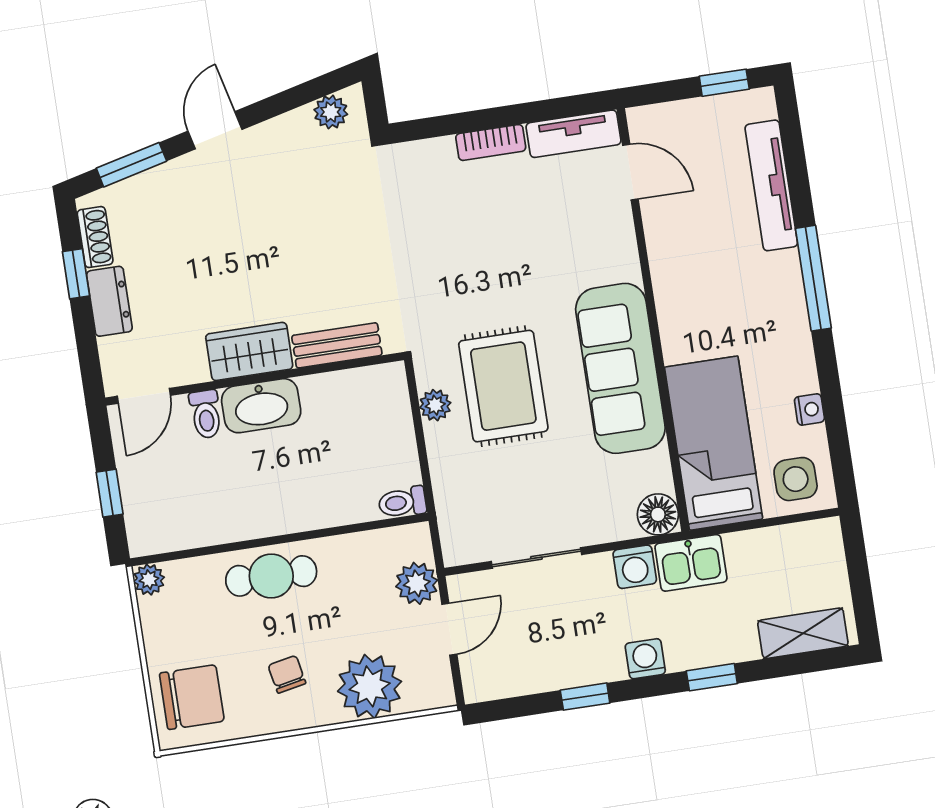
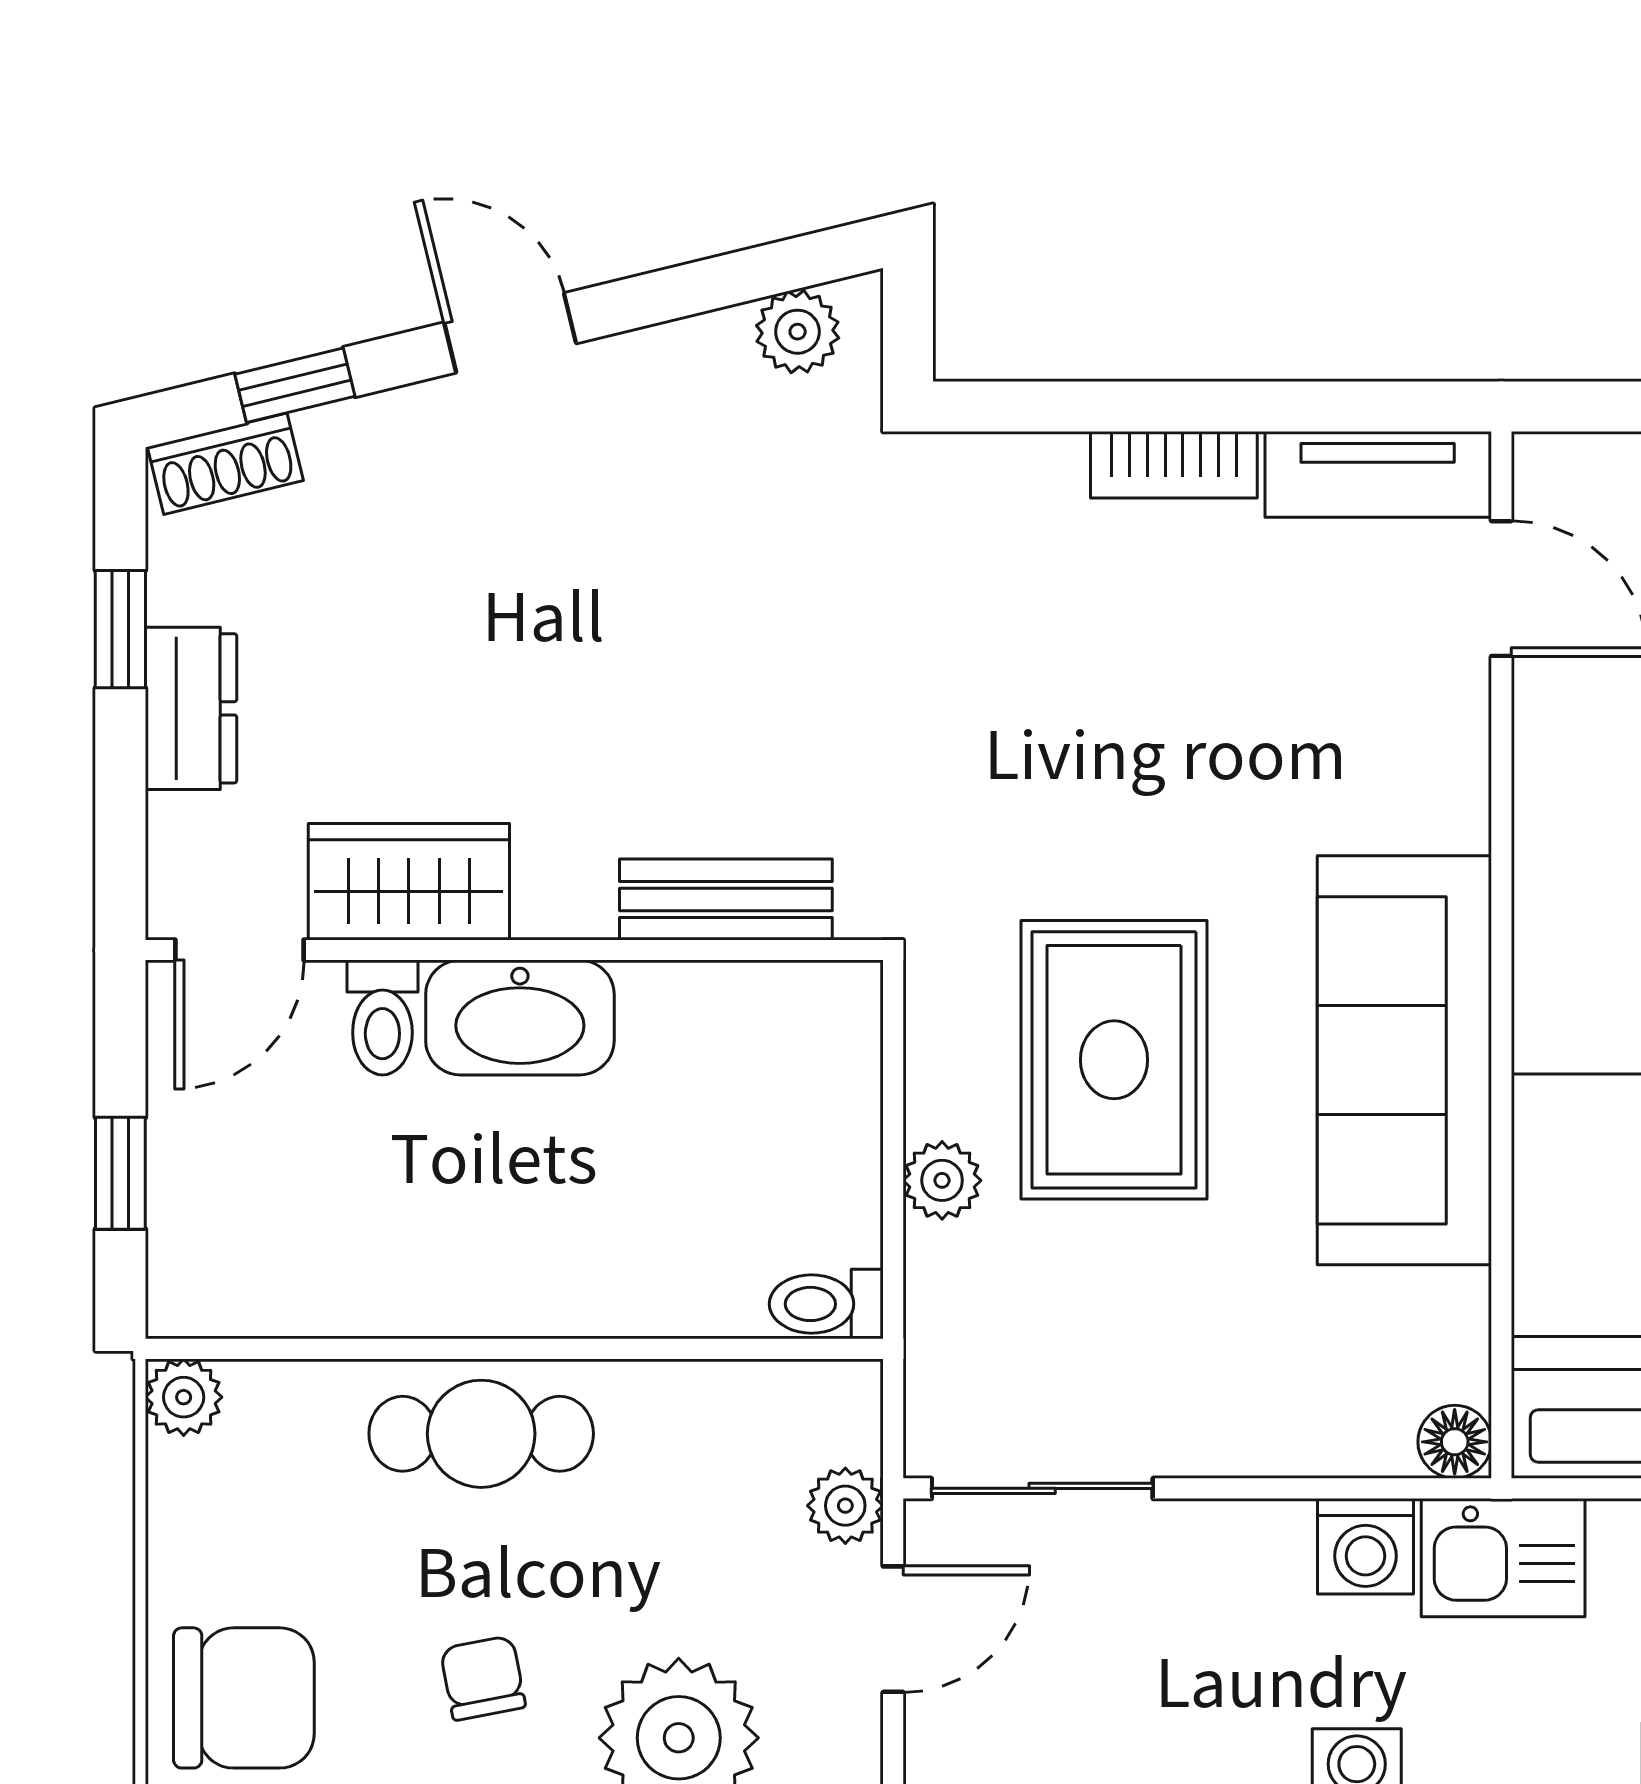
door: (215, 130) -> (510, 333), hinge flipped
window: (131, 165) -> (295, 385), width x0.67
shoe rack: (95, 237) -> (225, 464), moved, turned 76
wardrobe: (249, 351) -> (409, 882), moved
plant: (435, 405) -> (942, 1180), moved
floor lamp: (658, 514) -> (1455, 1442), width x0.73, depth x0.73
sliding door: (536, 558) -> (1042, 1488), moved
plant: (417, 583) -> (845, 1506), width x0.73, depth x0.73

